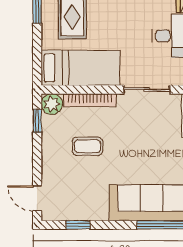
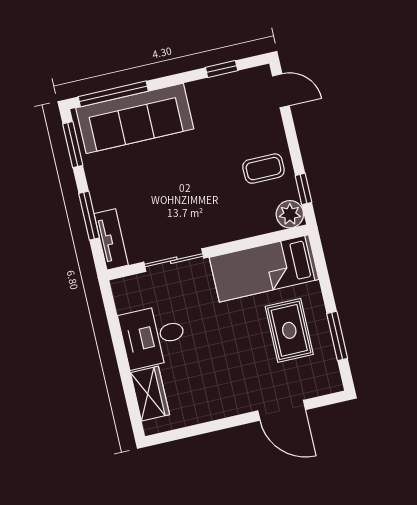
bookcase: (90, 100) -> (243, 230), removed
coffee table: (88, 146) -> (263, 169), moved

